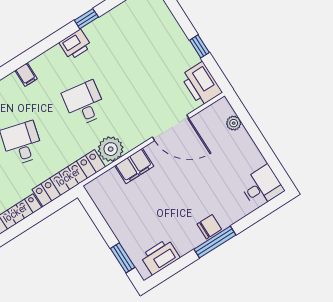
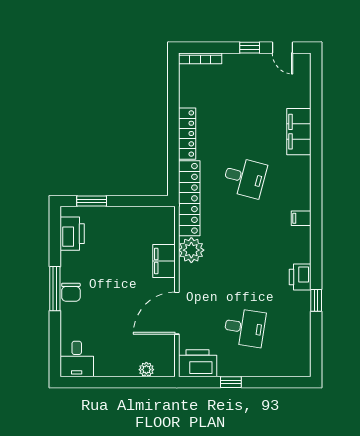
desk: (84, 103) -> (245, 328), moved

